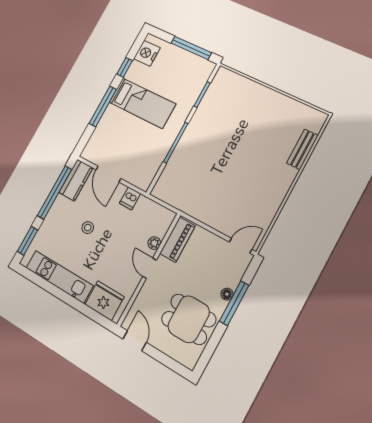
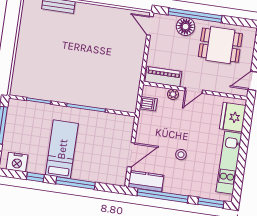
dishwasher: (130, 198) -> (148, 104), moved
floor lamp: (227, 294) -> (186, 27), width x1.89, depth x1.89
window: (234, 303) -> (195, 15), width x1.46
dining table: (189, 319) -> (220, 45), turned 90

